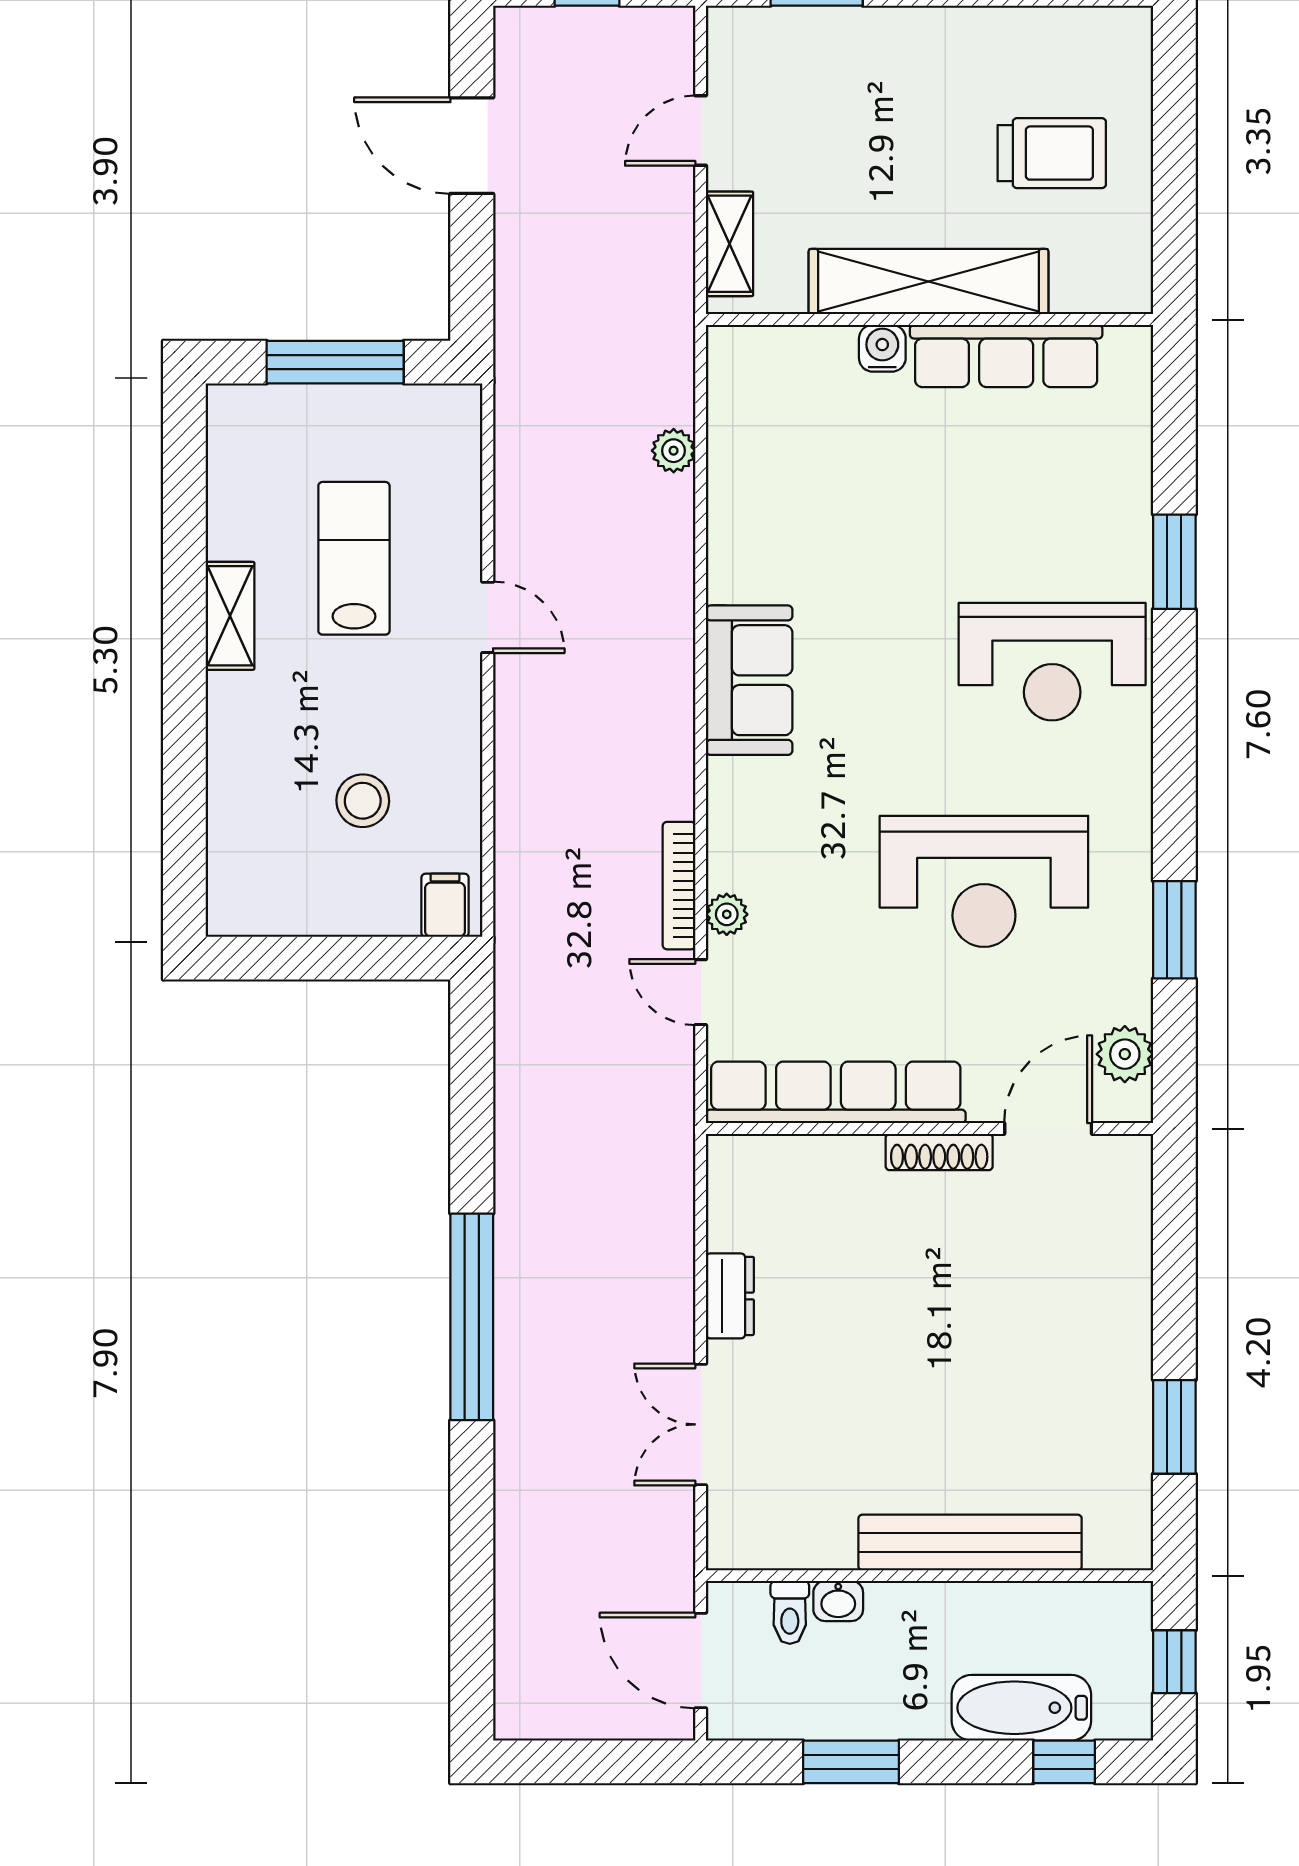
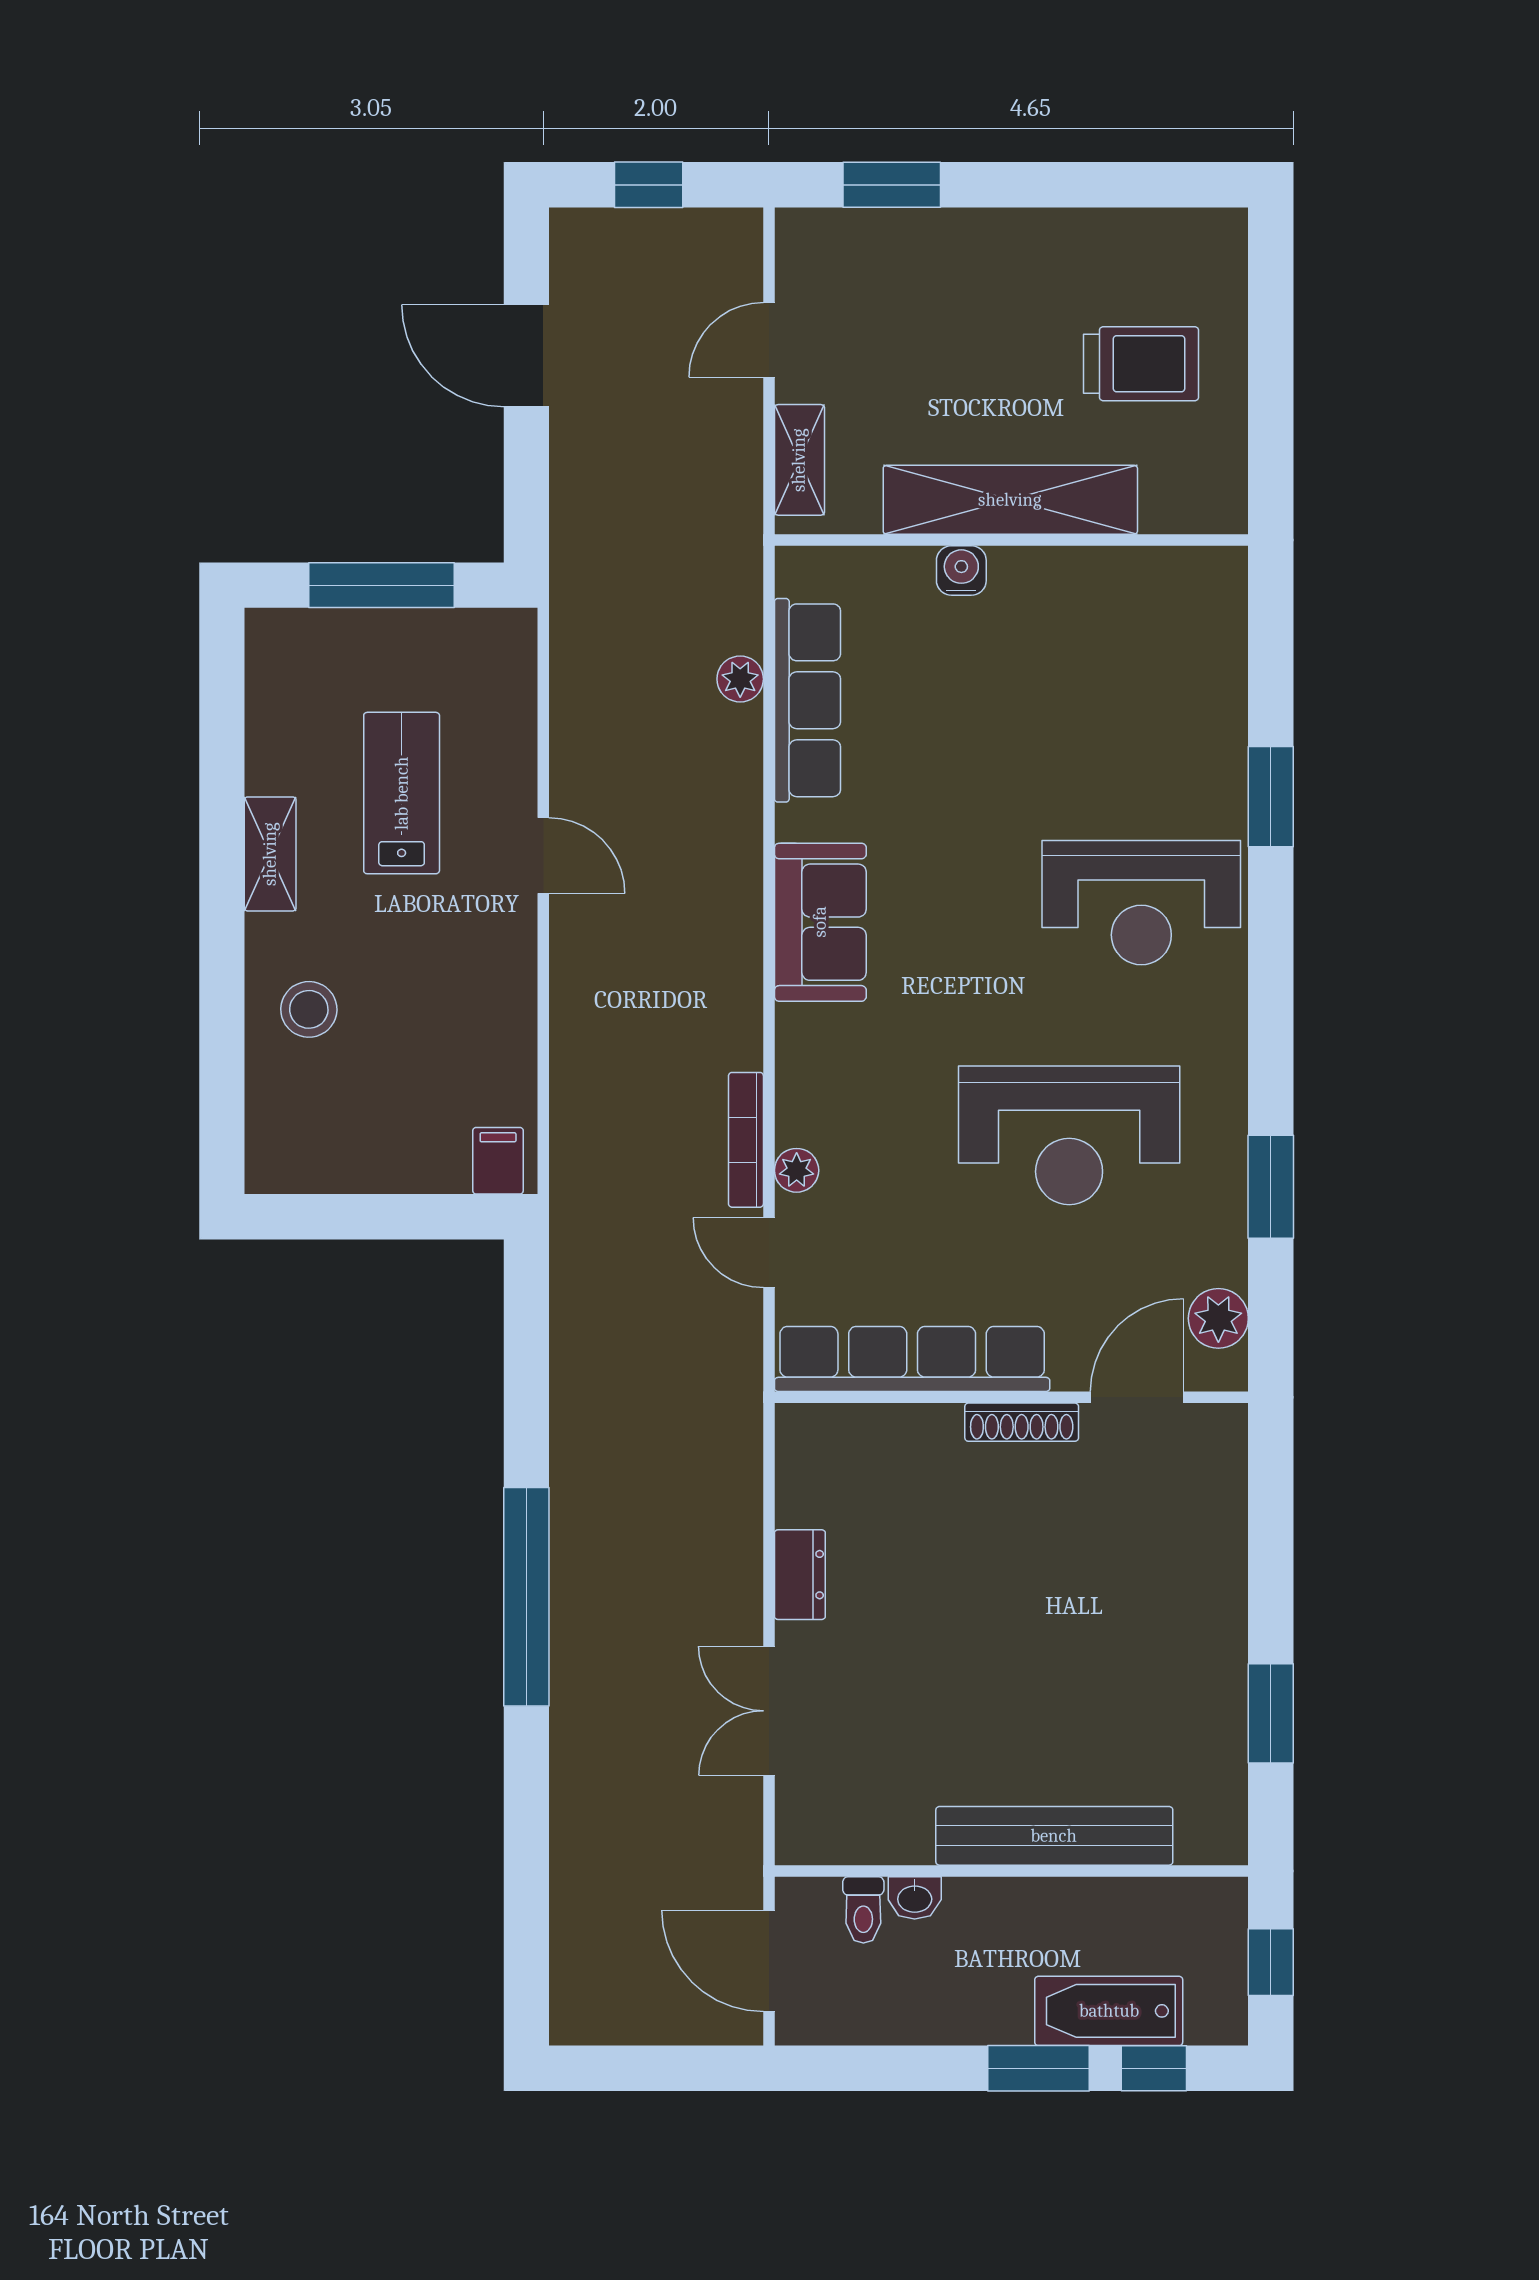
row of seats: (1006, 356) -> (808, 700), moved, turned -90
stool: (363, 801) -> (309, 1009), moved
window: (851, 1762) -> (1038, 2068), moved

